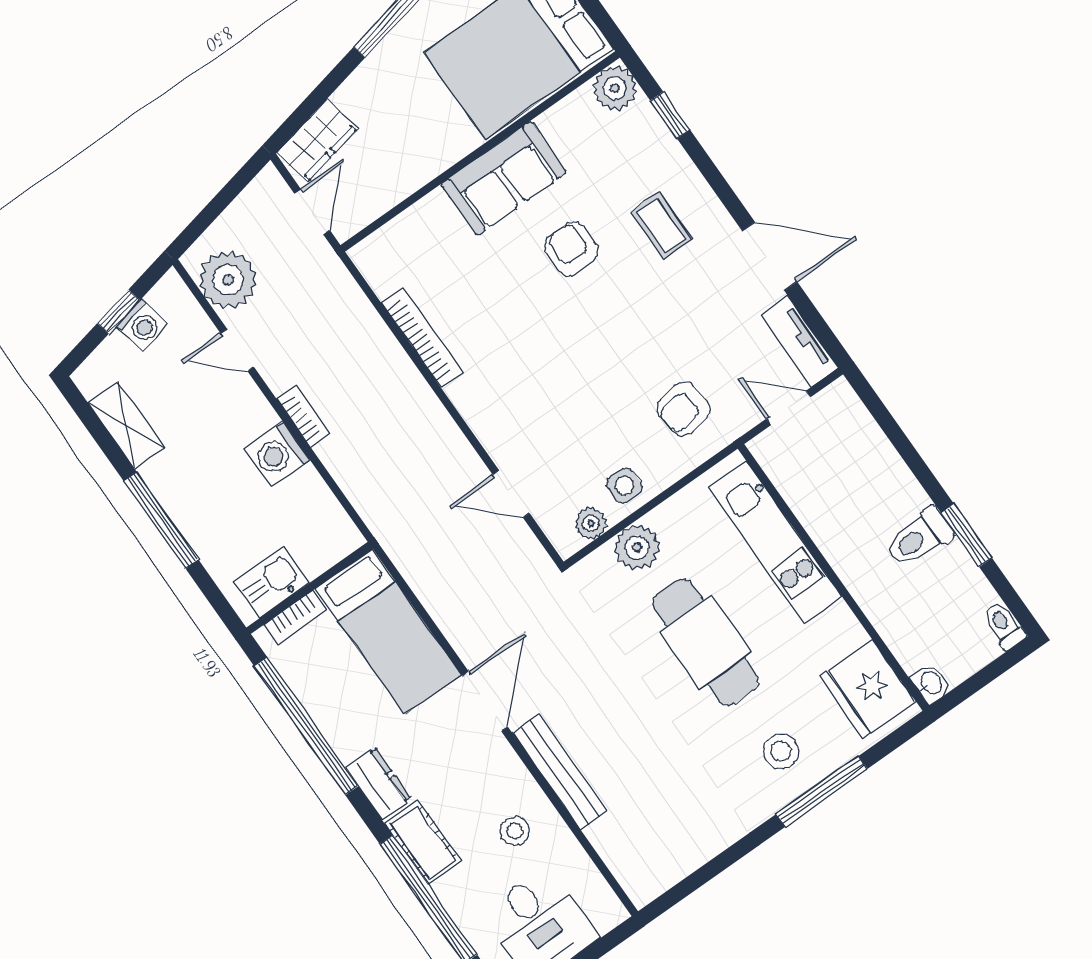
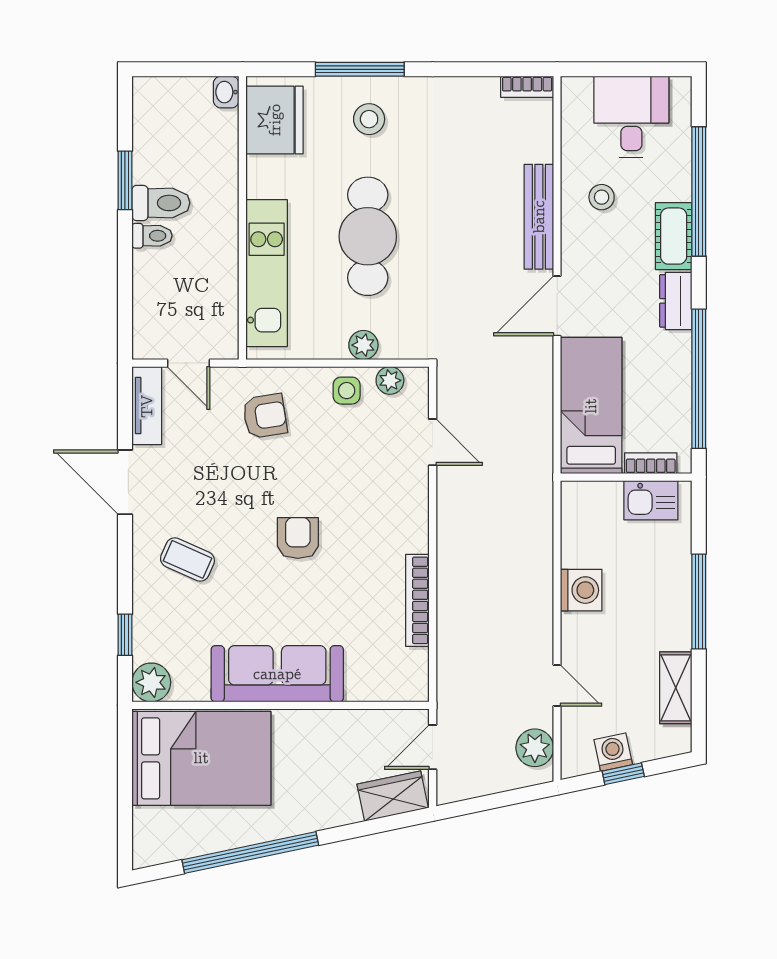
sofa: (504, 178) -> (277, 674), width x1.36
coffee table: (661, 226) -> (187, 559), turned -66
armchair: (571, 249) -> (298, 538), moved, turned 180
plant: (228, 280) -> (535, 748), width x0.73, depth x0.73
bookcase: (303, 416) -> (527, 87), moved, turned -90
plant: (637, 547) -> (363, 345), width x0.73, depth x0.73
toilet: (1004, 626) -> (152, 236), moved, turned -90

